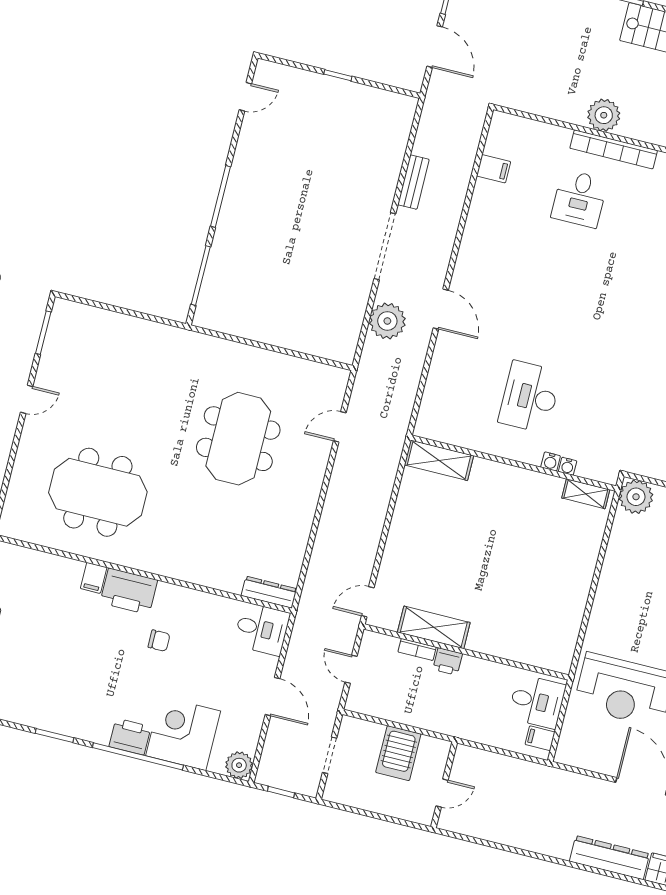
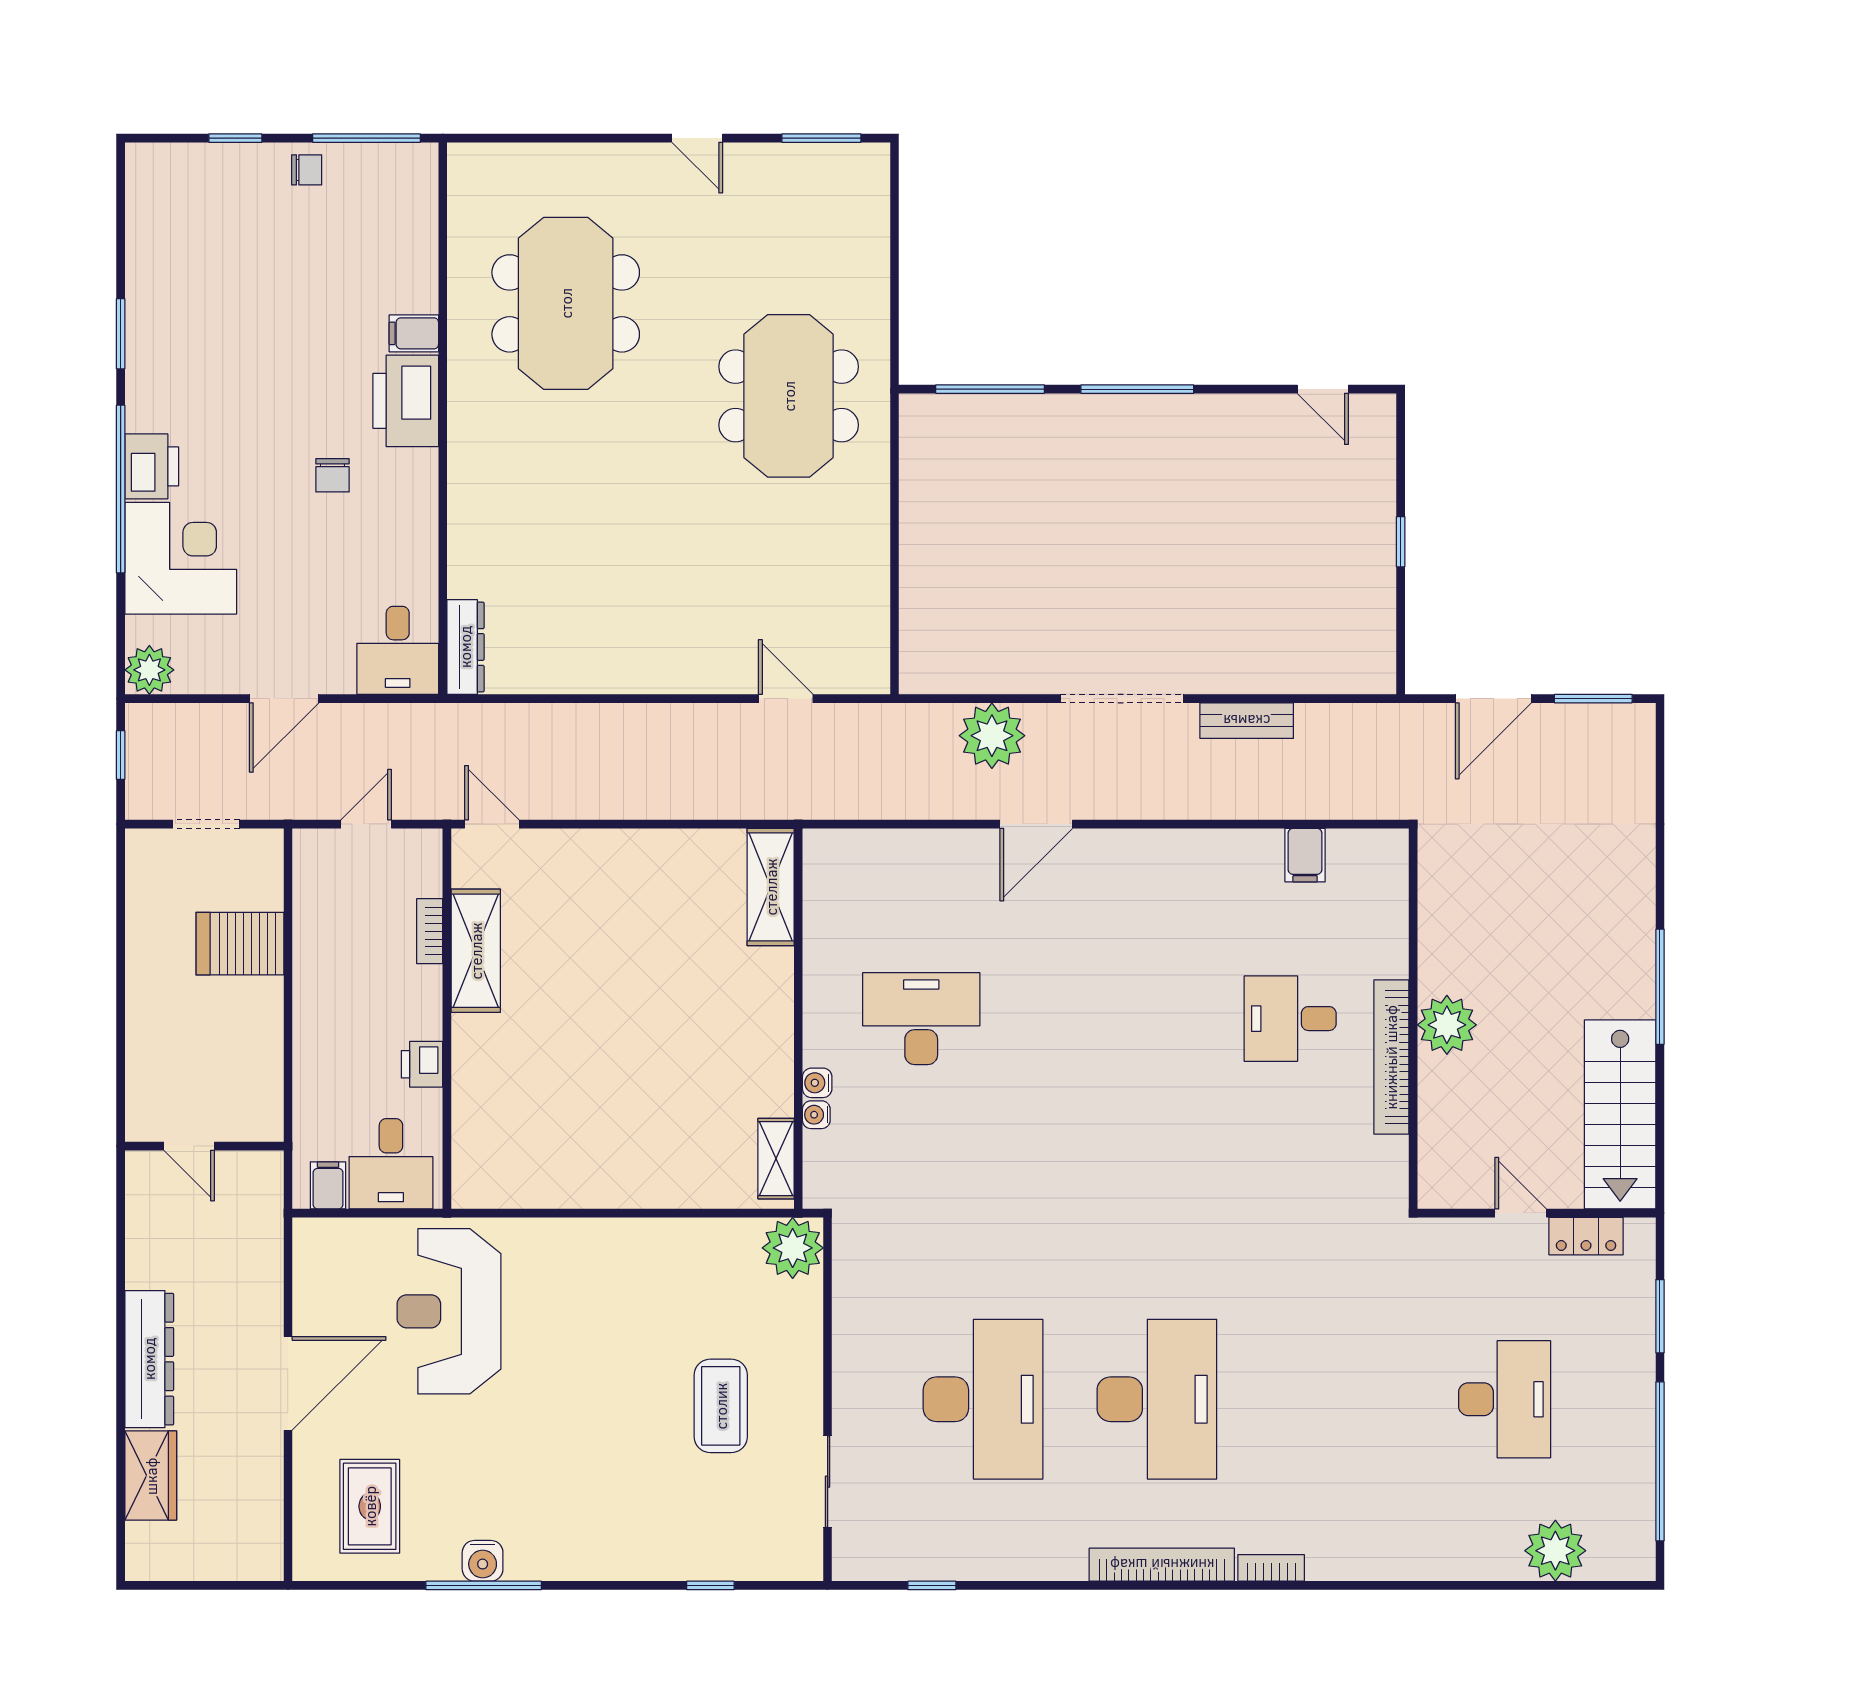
meeting table: (238, 439) -> (789, 396), moved, turned 90
printer: (448, 661) -> (422, 1064), moved
wall: (444, 785) -> (204, 1146), moved
door: (442, 793) -> (189, 1146), moved

